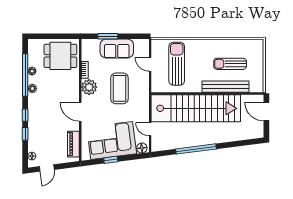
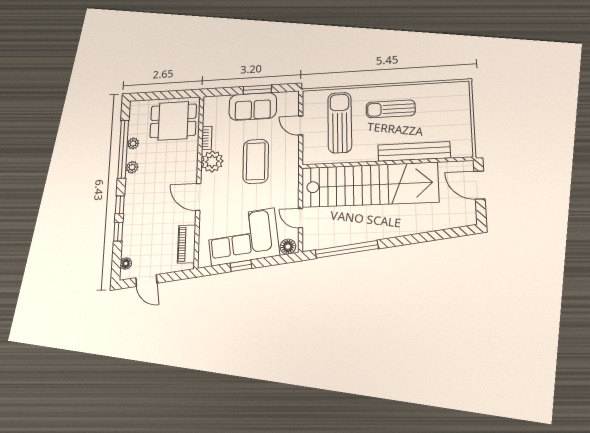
window: (108, 36) -> (257, 90), moved
sun lounger: (230, 64) -> (391, 109), moved
window: (196, 149) -> (347, 249), moved
door: (47, 168) -> (146, 281), hinge flipped

